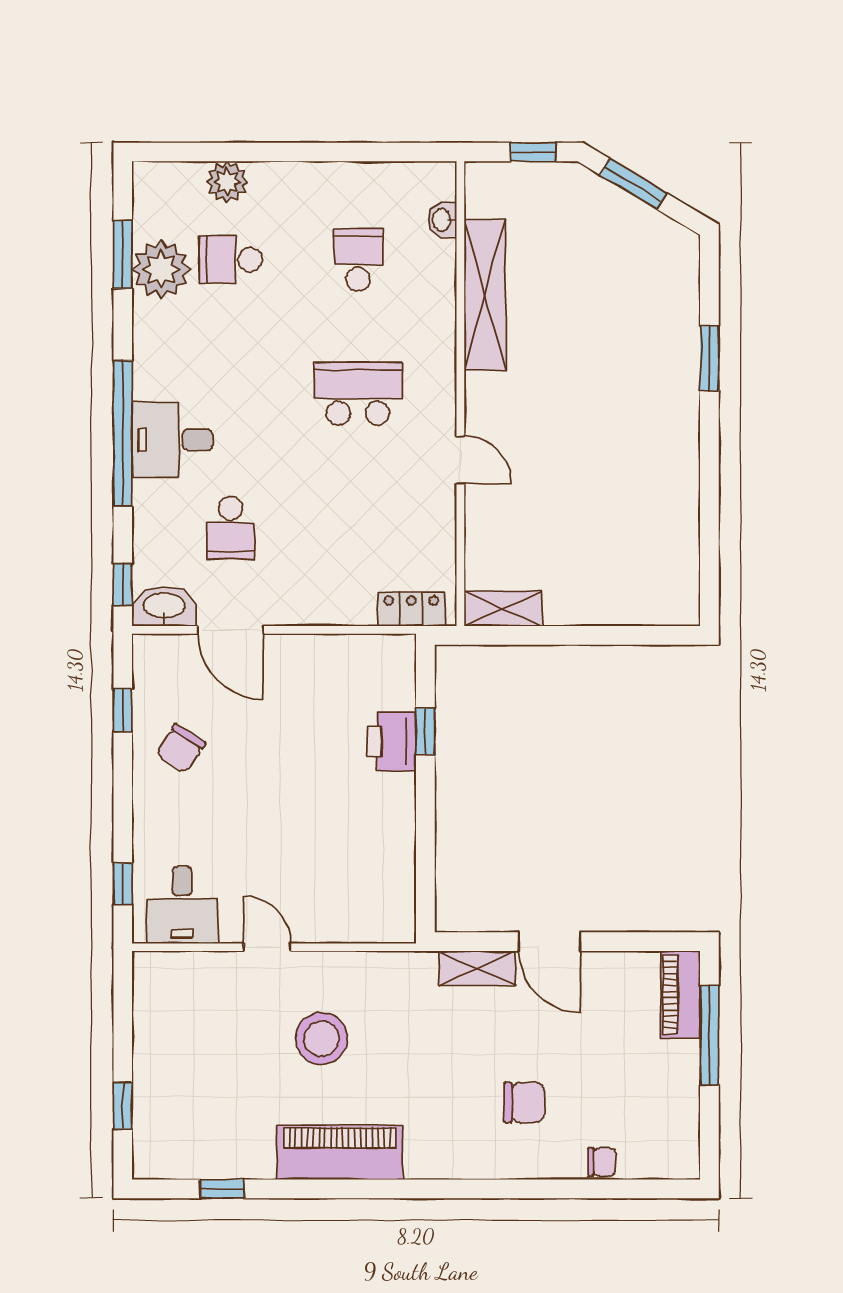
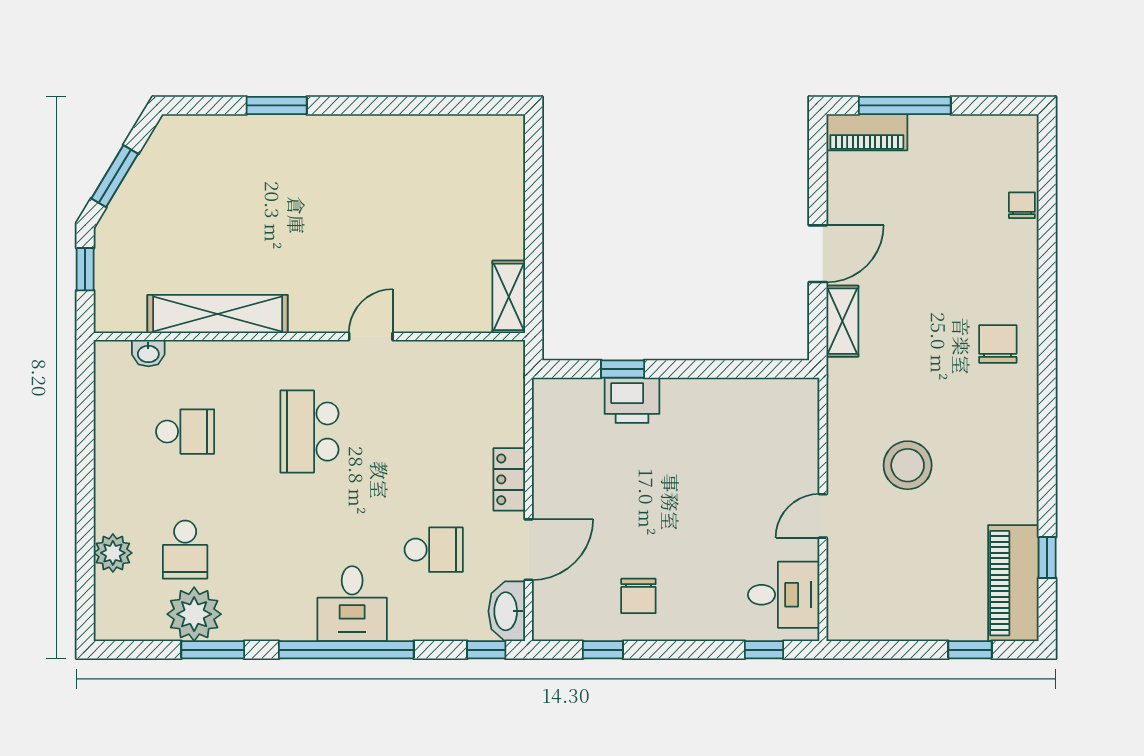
window: (123, 254) -> (213, 650), moved
school desk: (358, 260) -> (185, 432), turned 180
locker: (411, 609) -> (509, 479), moved
chair: (181, 748) -> (638, 596), turned 57
chair: (524, 1102) -> (998, 344), moved
piano: (340, 1153) -> (1013, 583), moved

